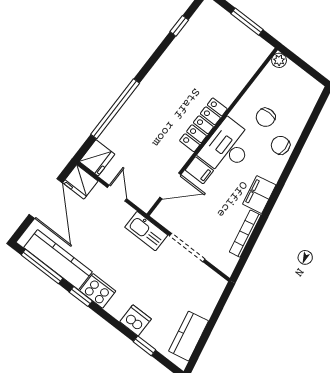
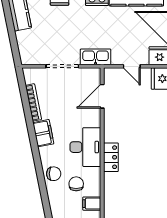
locker: (203, 125) -> (111, 157), width x0.66
filing cabinet: (199, 170) -> (92, 204), moved

